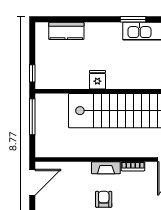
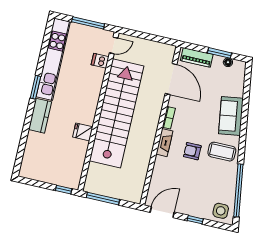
kitchen counter: (66, 31) -> (40, 116), moved
door: (32, 182) -> (162, 212), hinge flipped

